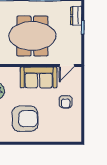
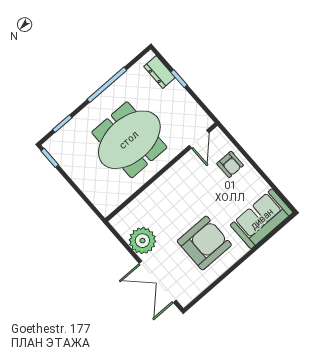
sofa: (39, 77) -> (262, 219), moved, turned 180
armchair: (66, 102) -> (230, 164), moved

